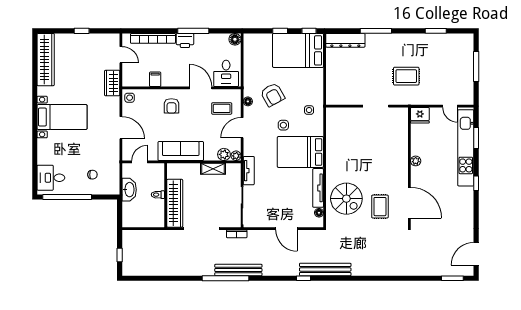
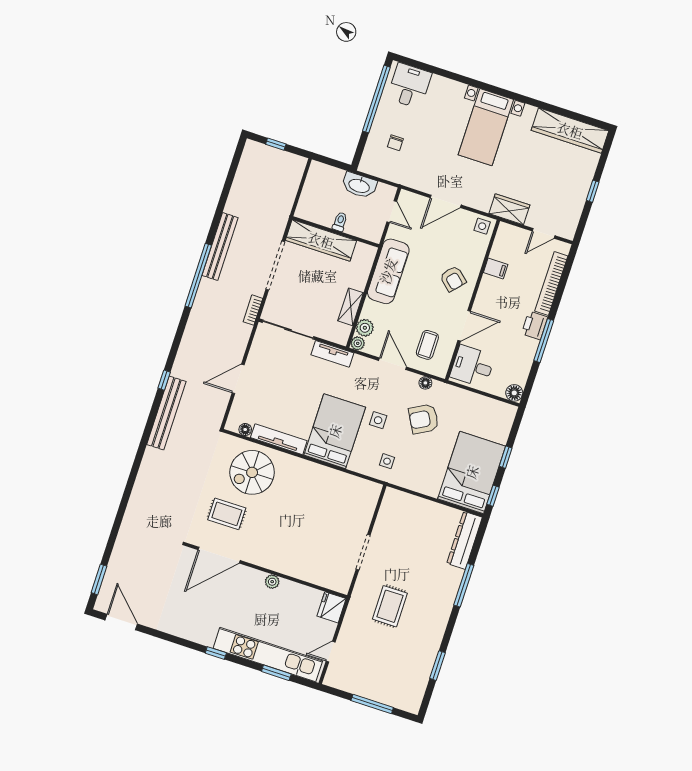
armchair: (171, 106) -> (453, 279), turned -138
bench: (238, 270) -> (220, 247), moved

